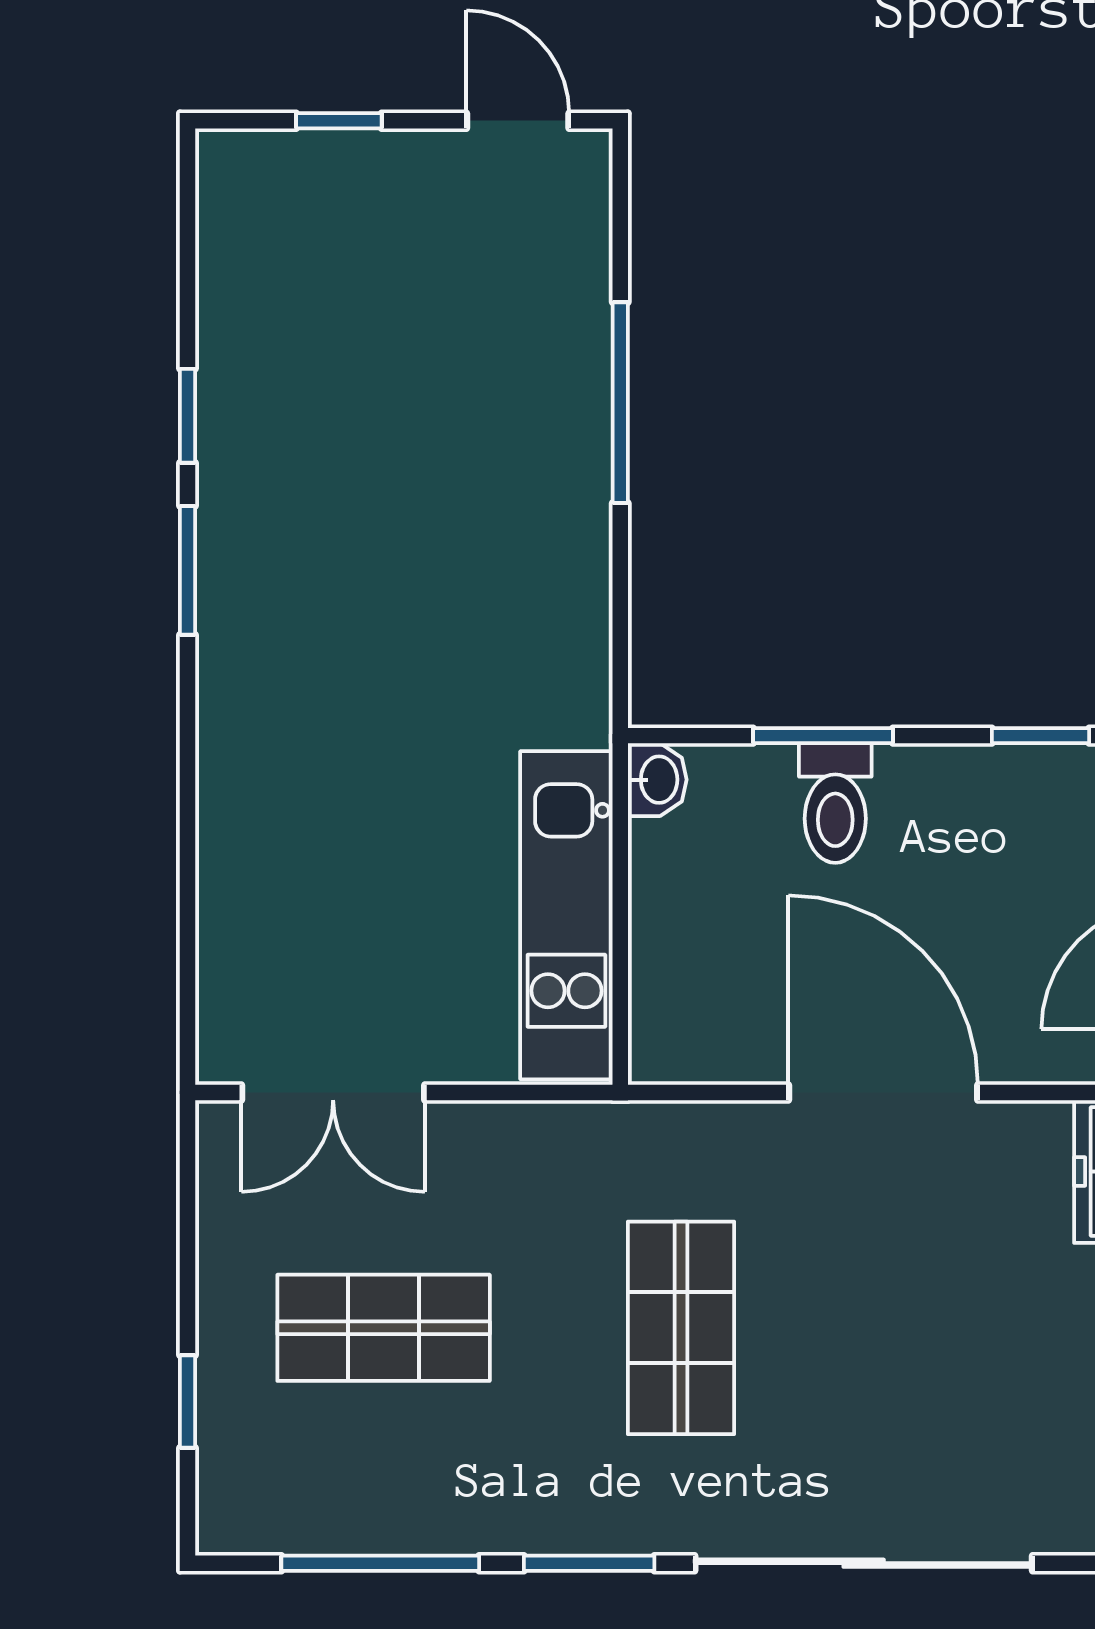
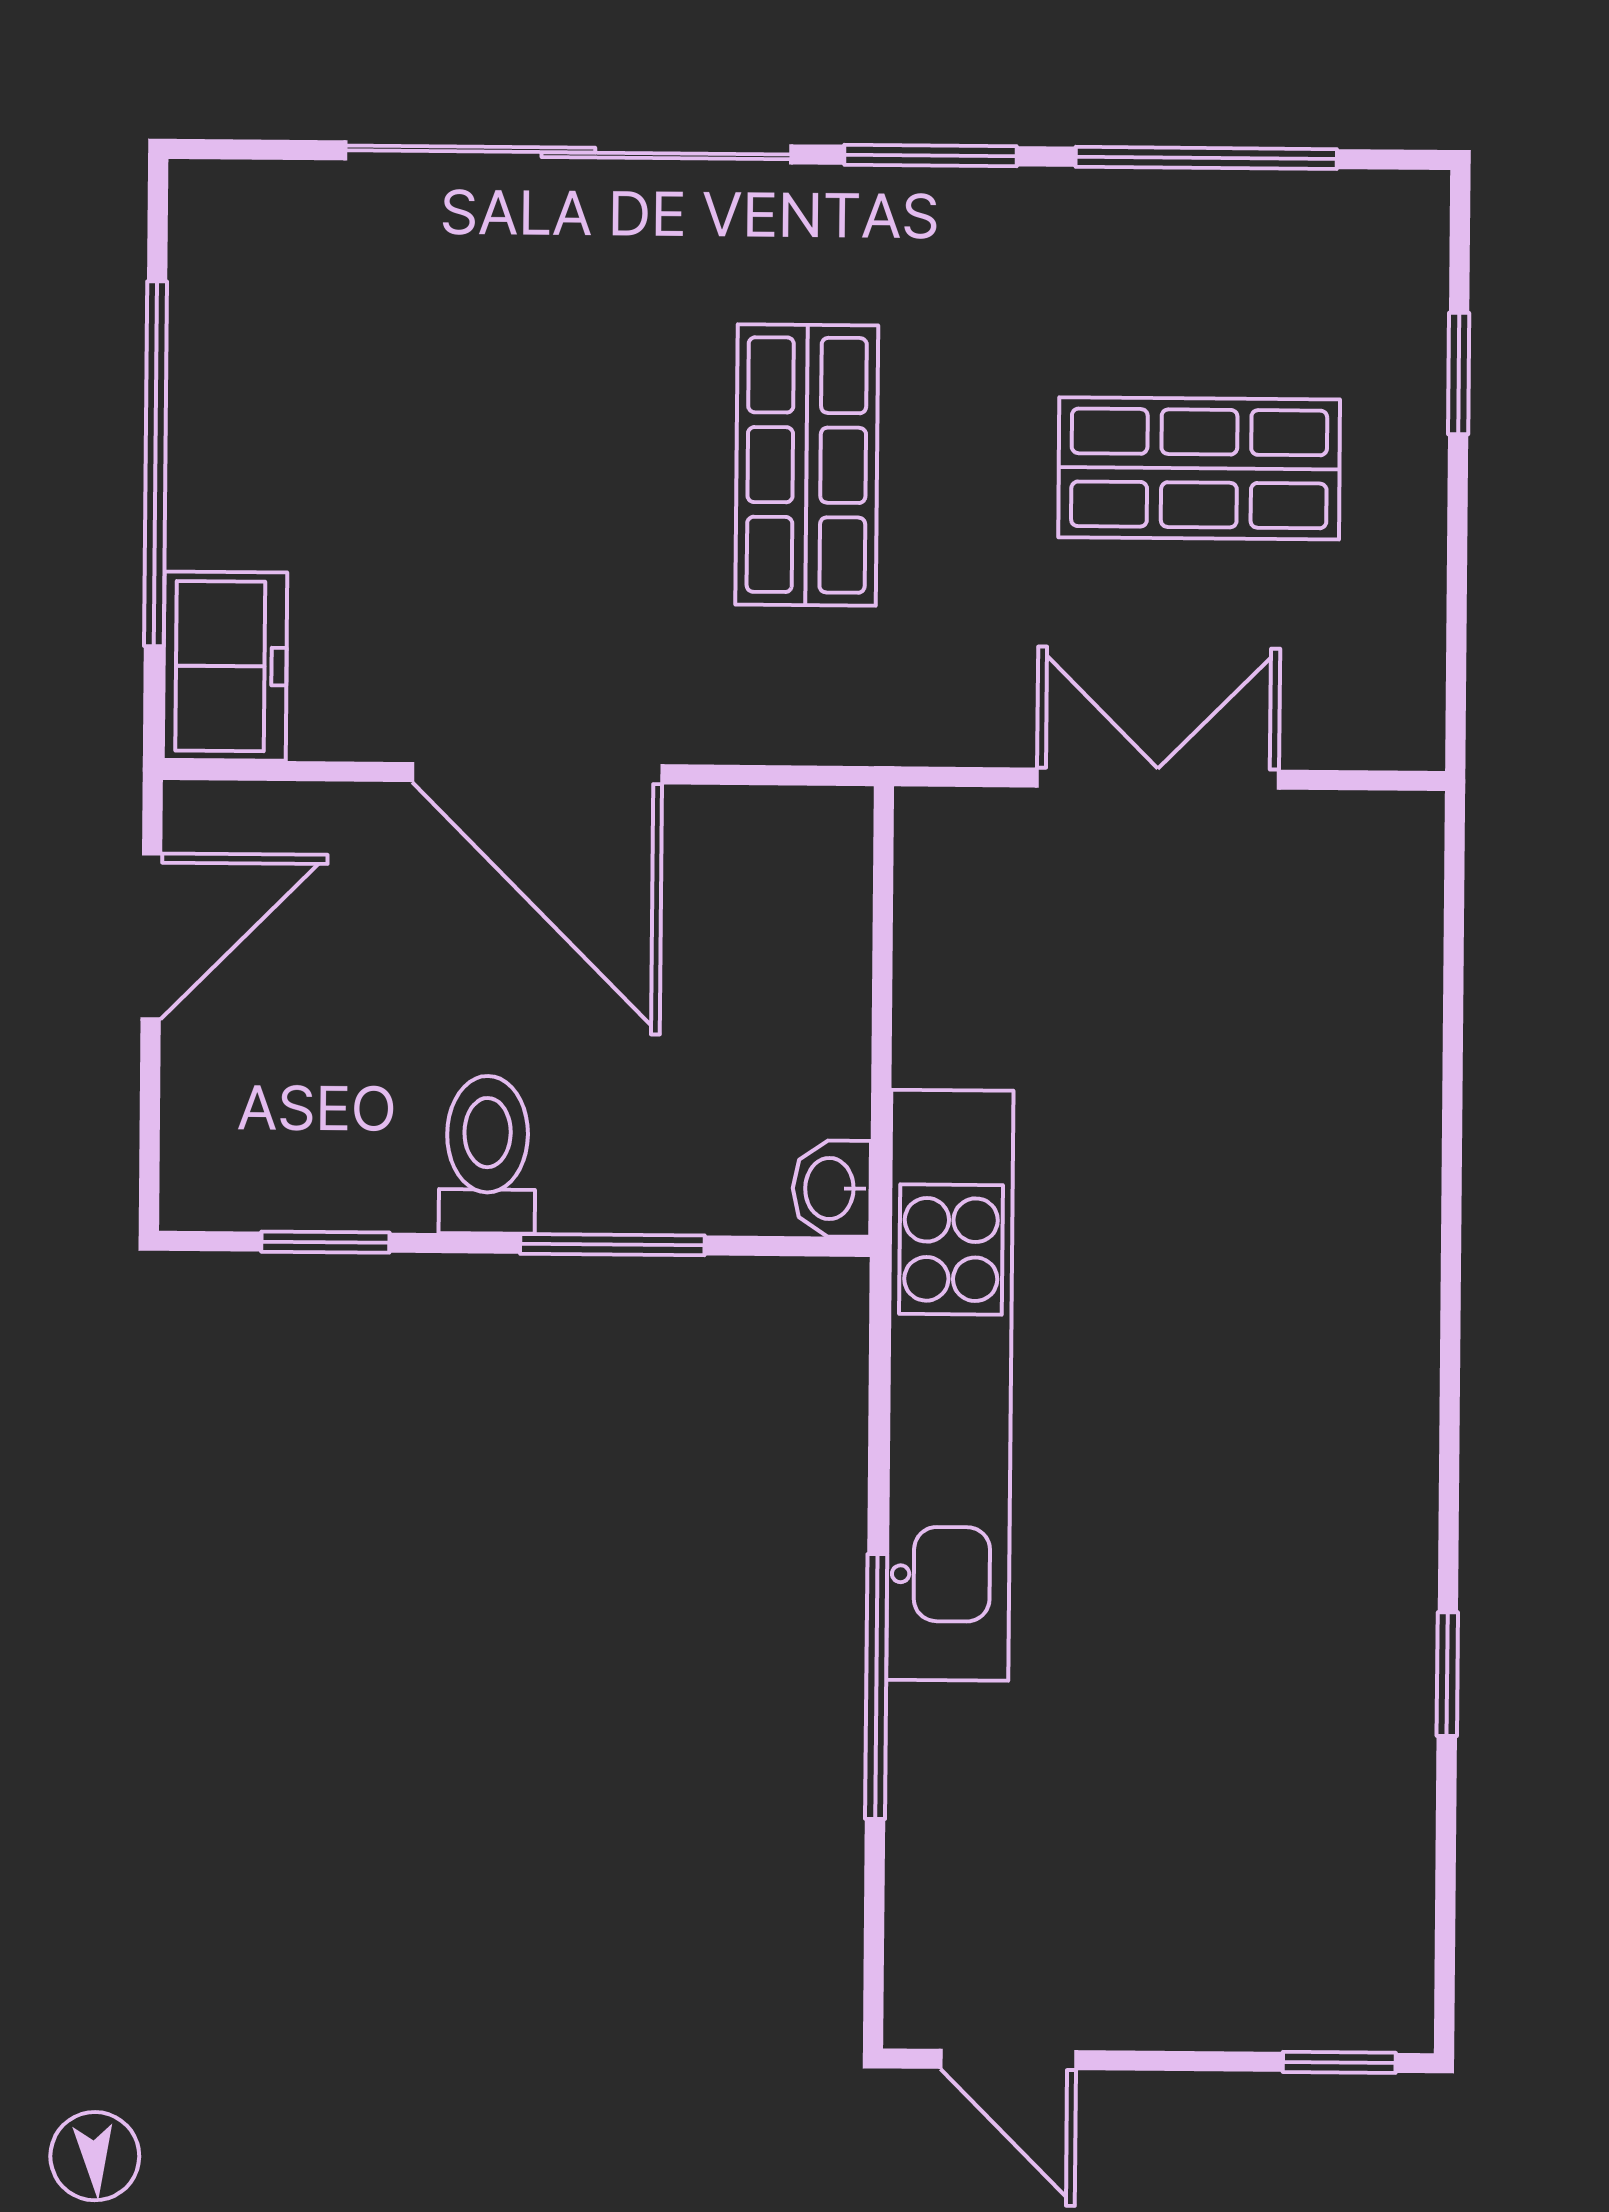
window: (339, 121) -> (1339, 2062), moved
window: (188, 570) -> (1449, 1470), removed
toilet: (835, 803) -> (487, 1155), moved
kitchen unit: (566, 915) -> (950, 1385), moved, width x1.36
double door: (333, 1092) -> (1158, 779), moved

